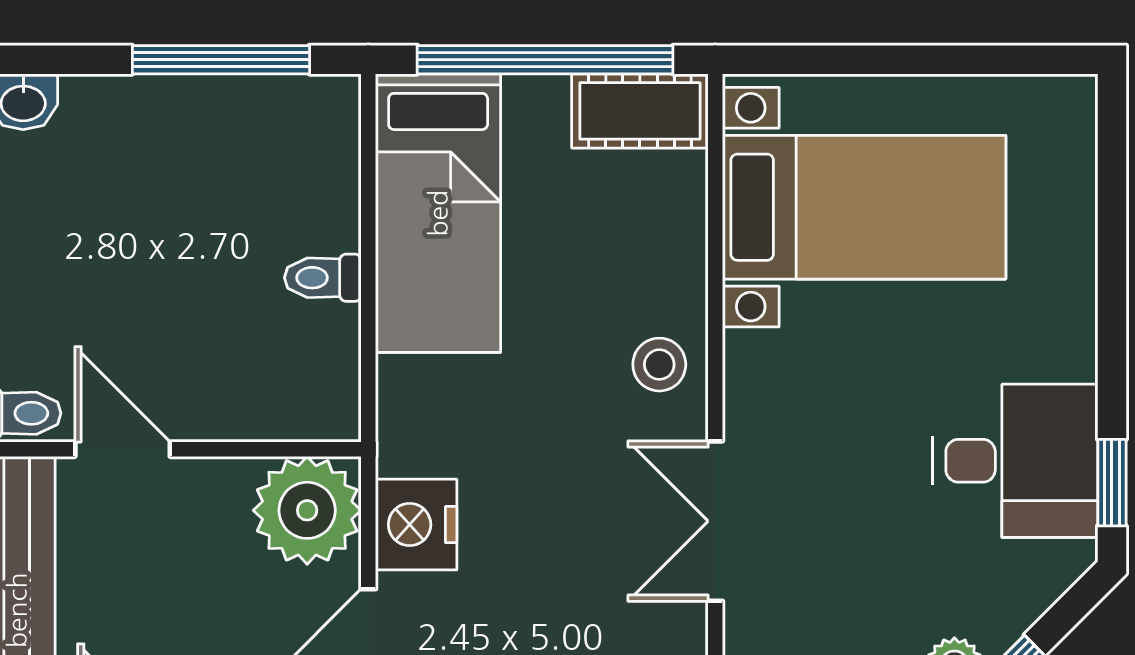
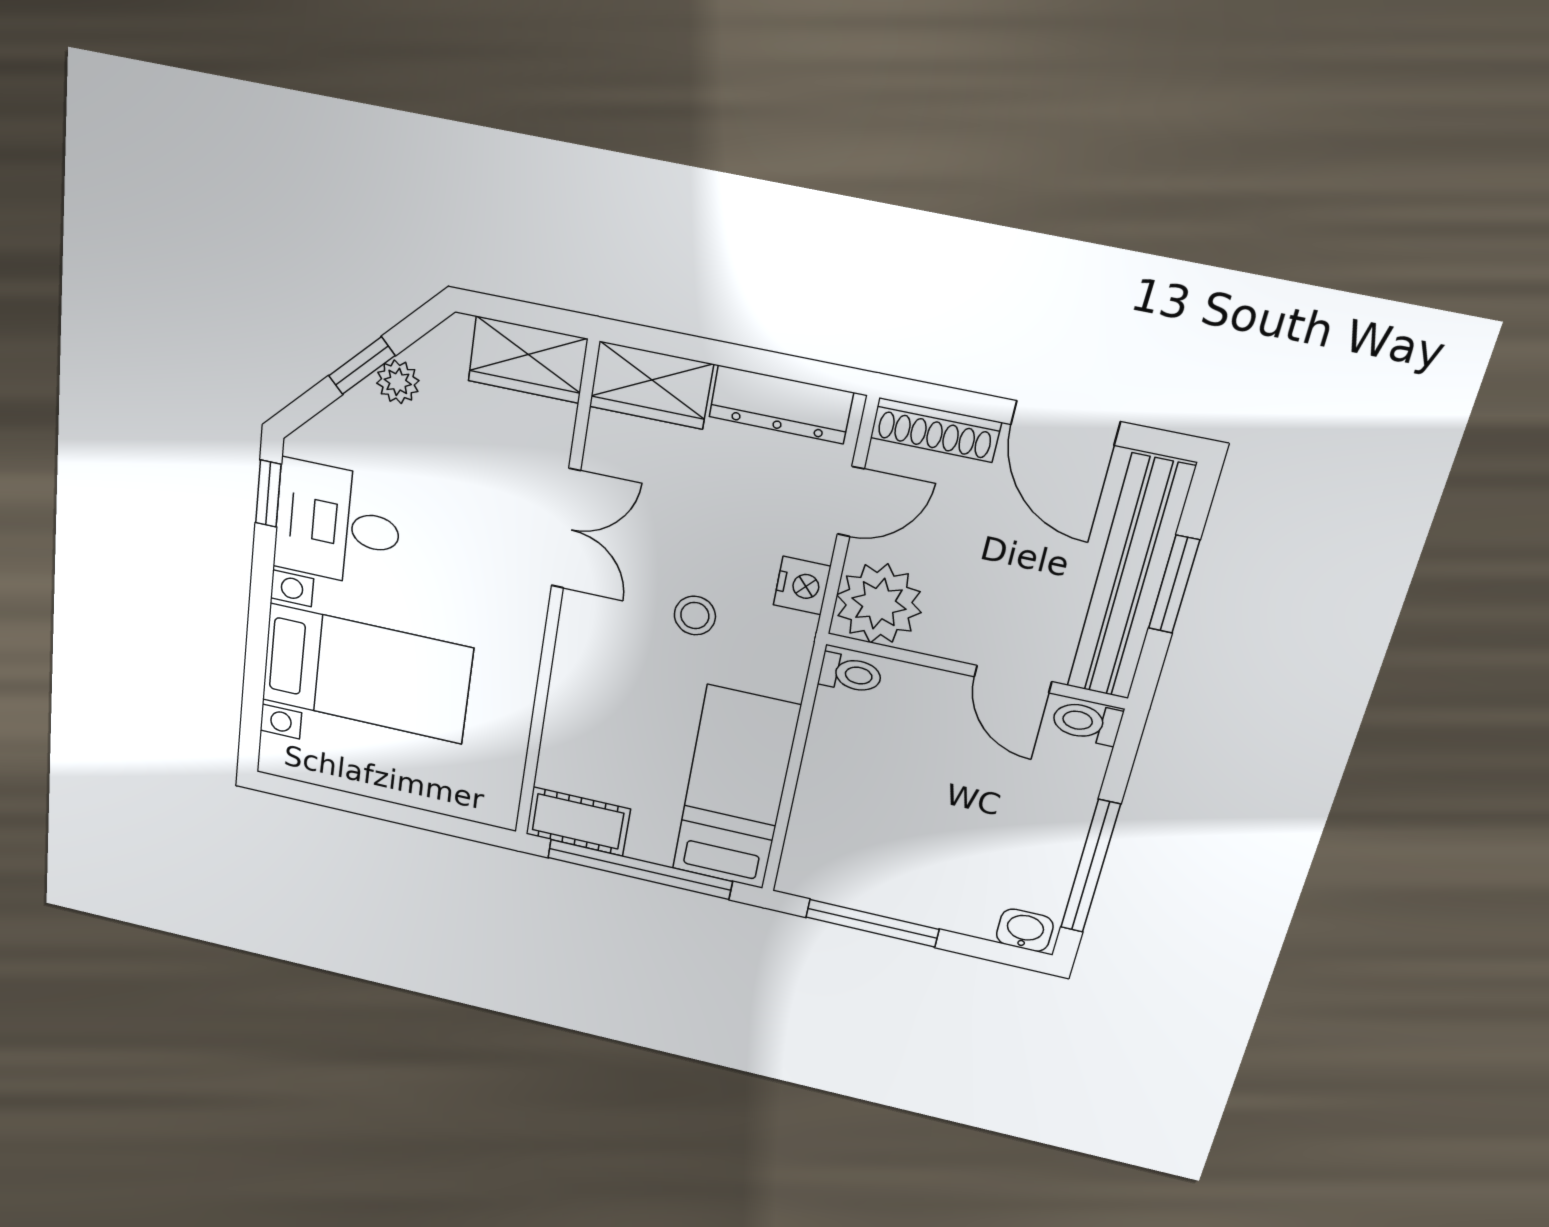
bed with nightstands: (864, 207) -> (366, 674), moved, turned 180
toilet: (323, 278) -> (850, 674), moved
stool: (659, 365) -> (695, 615), moved
nightstand: (416, 525) -> (802, 586), width x0.74, depth x0.75

